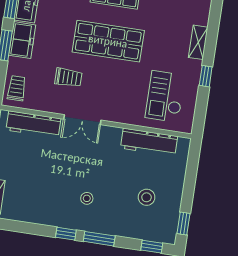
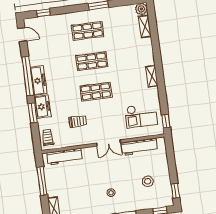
shop shelf: (108, 41) -> (96, 92), width x0.70, depth x0.74
window: (206, 76) -> (166, 121), moved
checkout: (165, 96) -> (141, 116), turned -90
double door: (82, 120) -> (109, 143), moved

